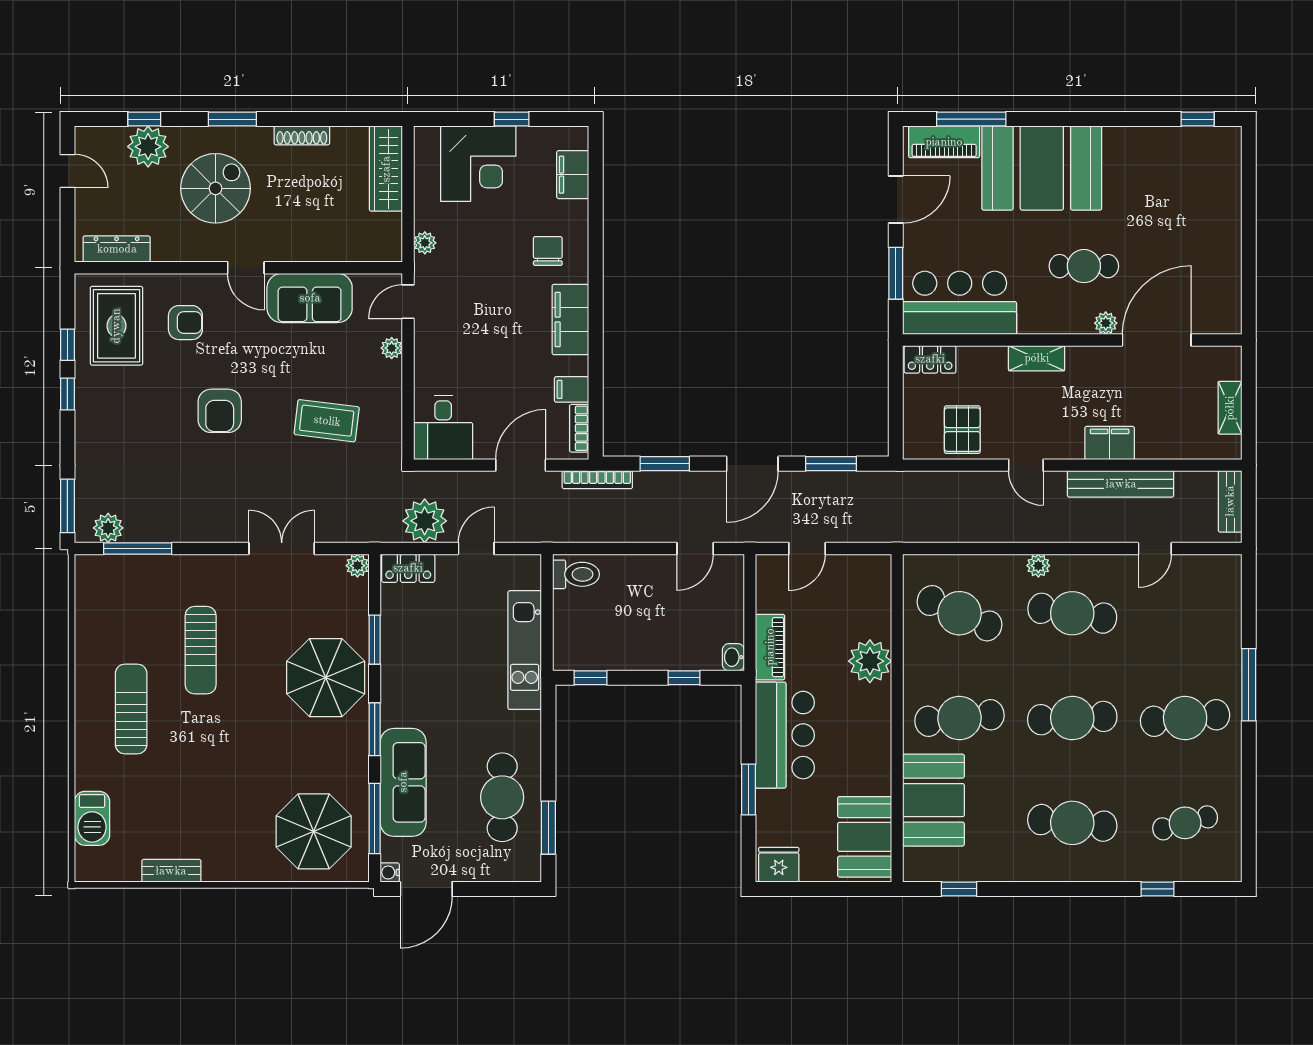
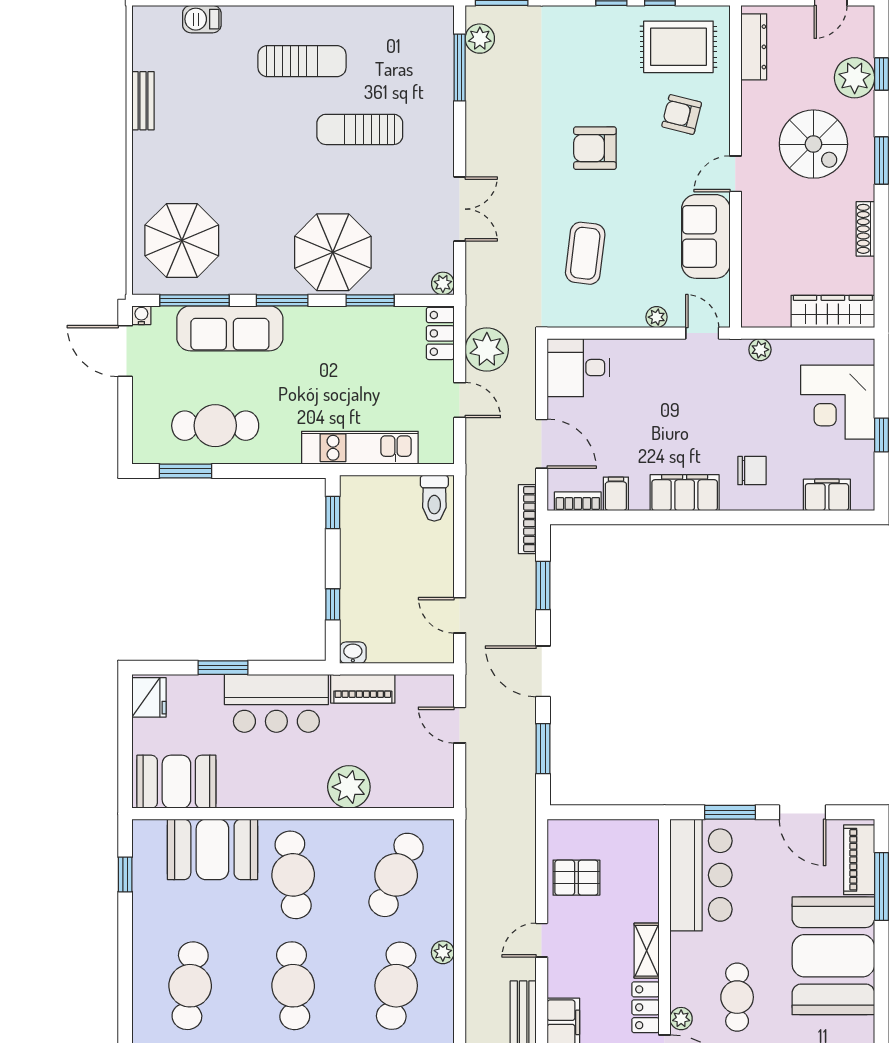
armchair: (185, 323) -> (682, 115), turned 104
locker: (930, 359) -> (645, 1007), moved
barbecue: (92, 818) -> (202, 19), width x0.73, depth x0.79

